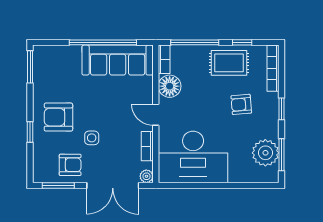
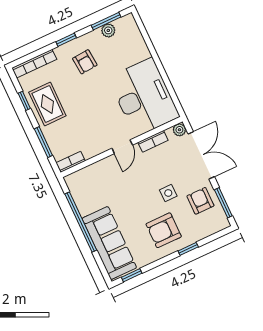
window: (195, 42) -> (43, 142), width x0.69
sofa: (118, 60) -> (109, 243), moved
window: (30, 67) -> (132, 275), width x0.67
floor lamp: (170, 86) -> (92, 146), removed
armchair: (241, 104) -> (85, 62), moved
armchair: (58, 117) -> (164, 230), turned 90
plant: (265, 153) -> (108, 30), width x0.53, depth x0.53

